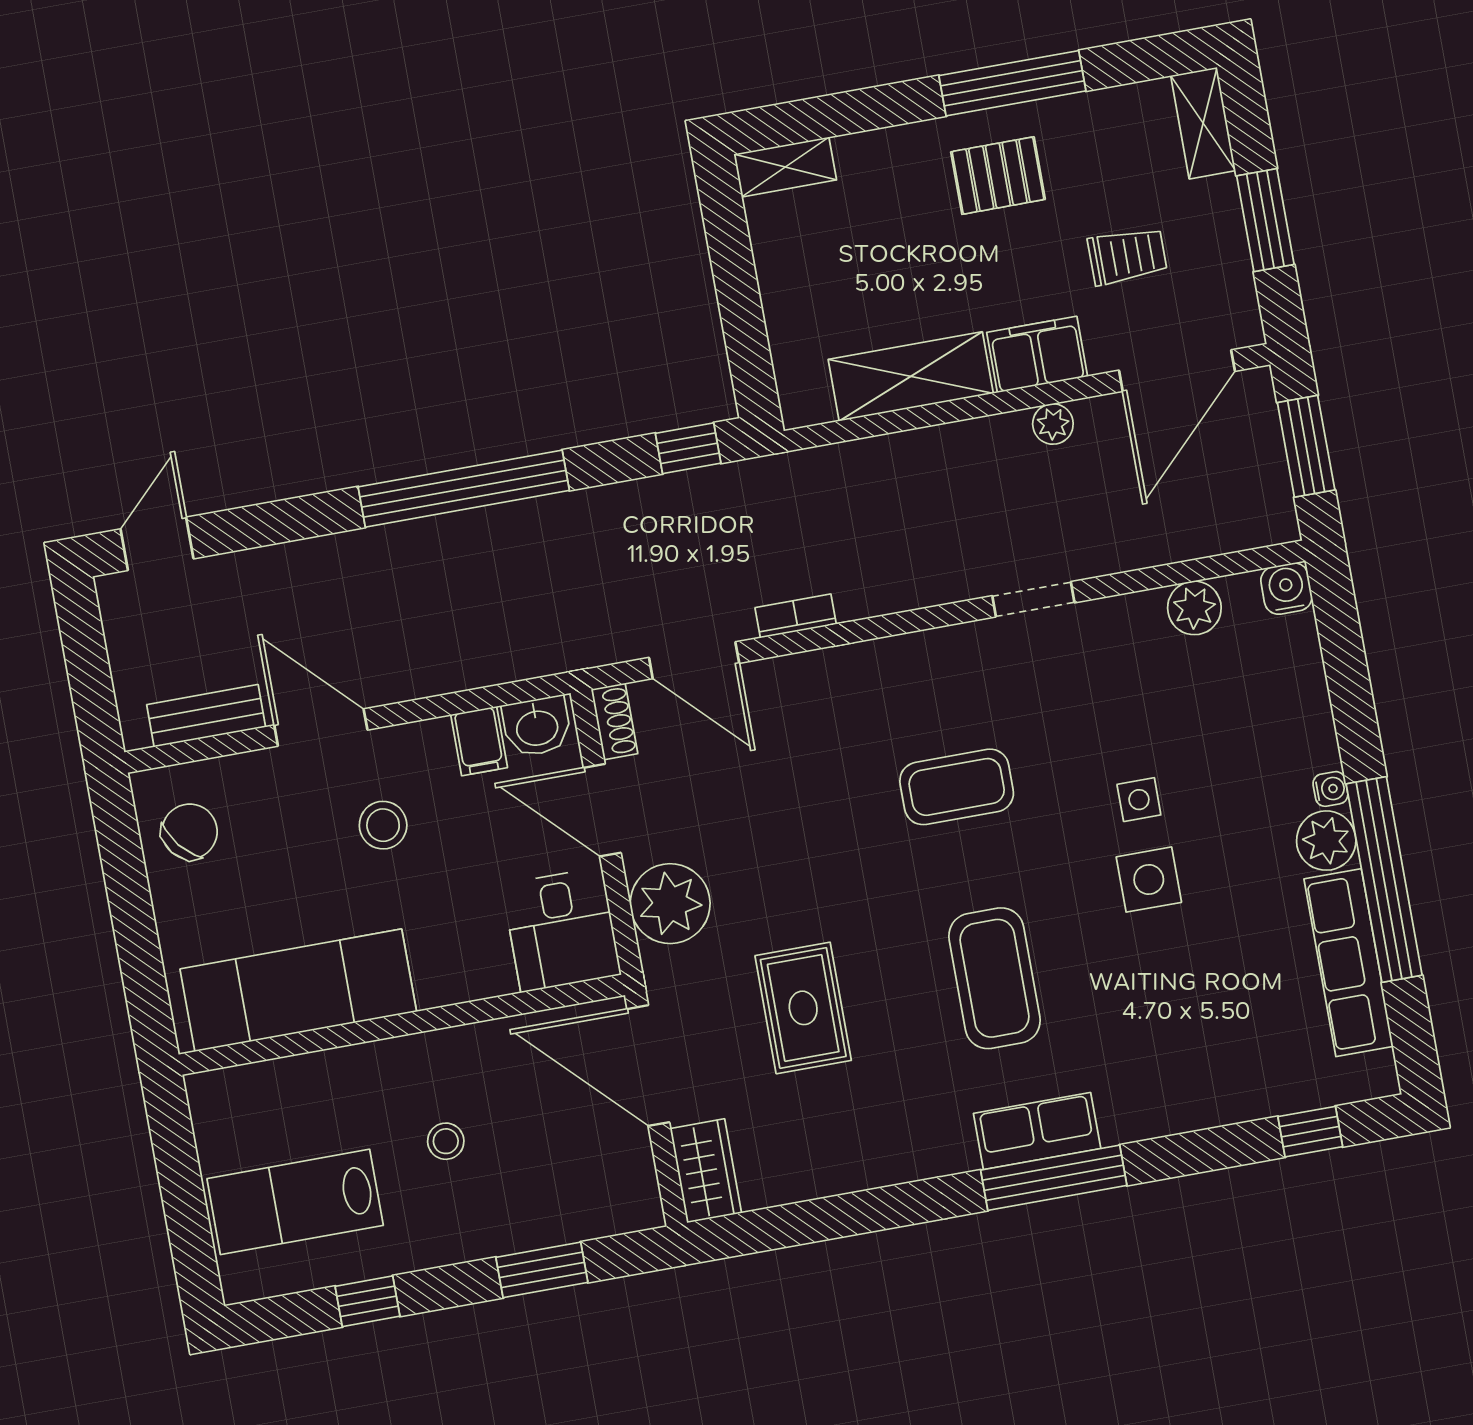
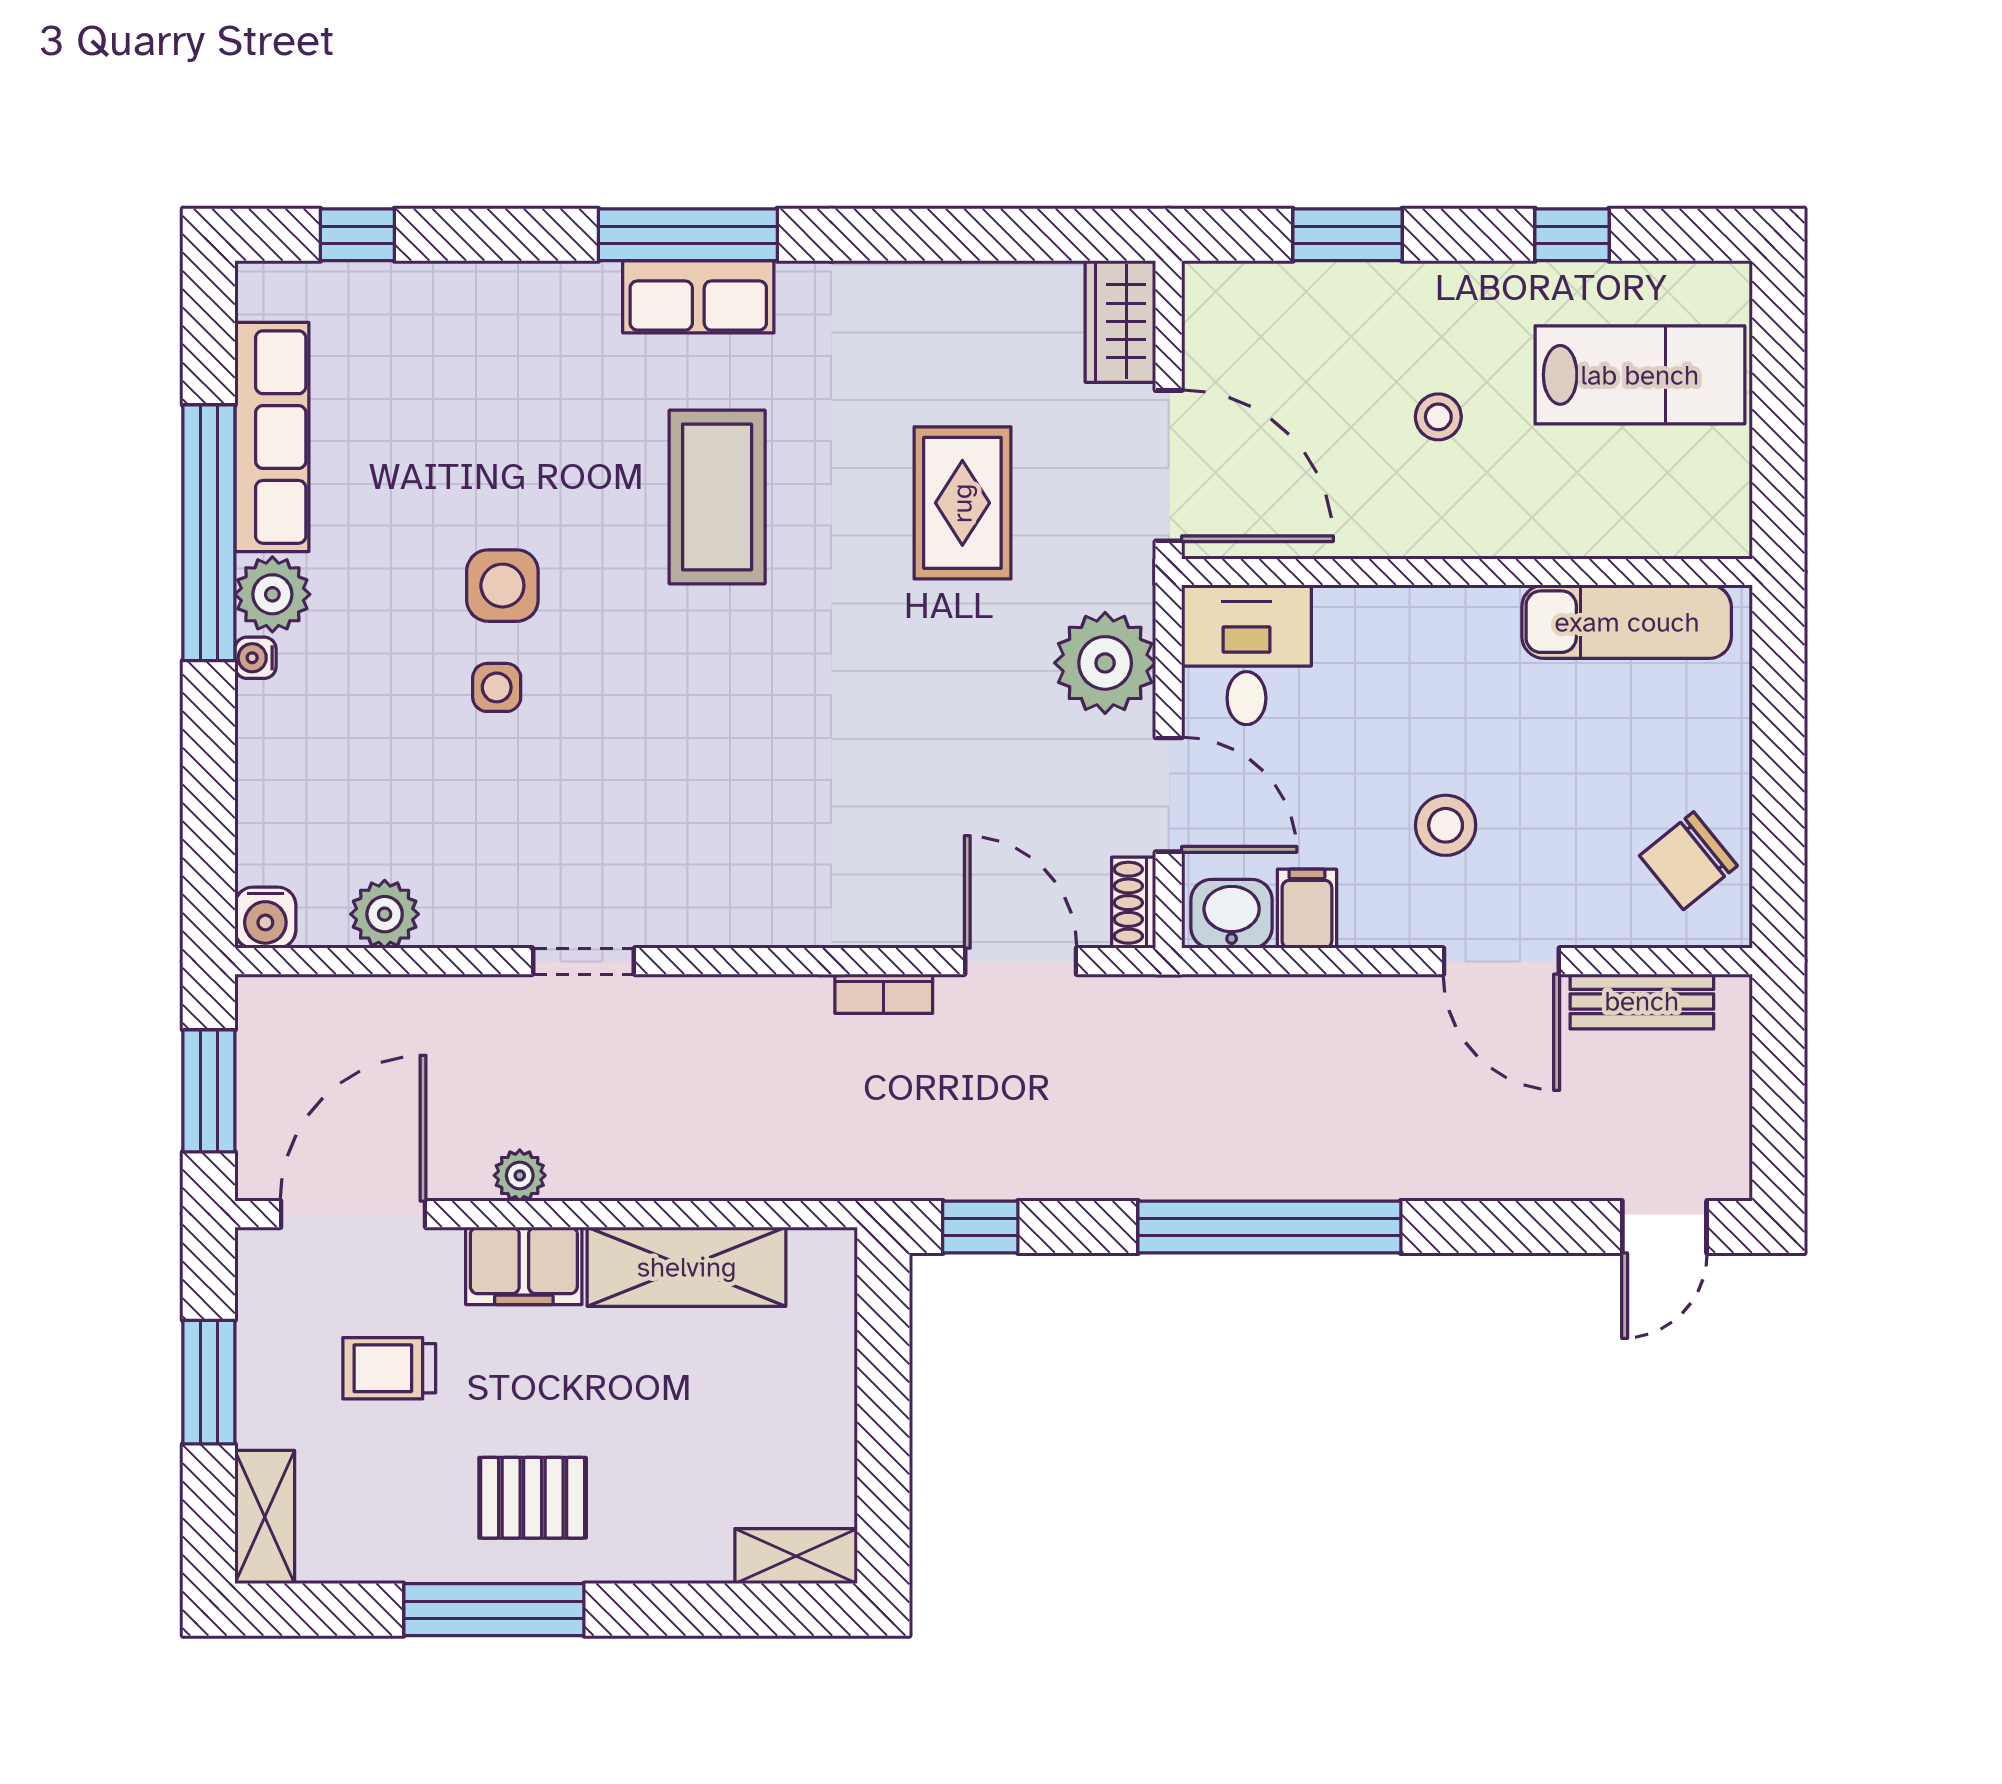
coffee table: (957, 787) -> (721, 744), removed
exam couch: (298, 990) -> (1627, 622), width x0.73, depth x0.69

